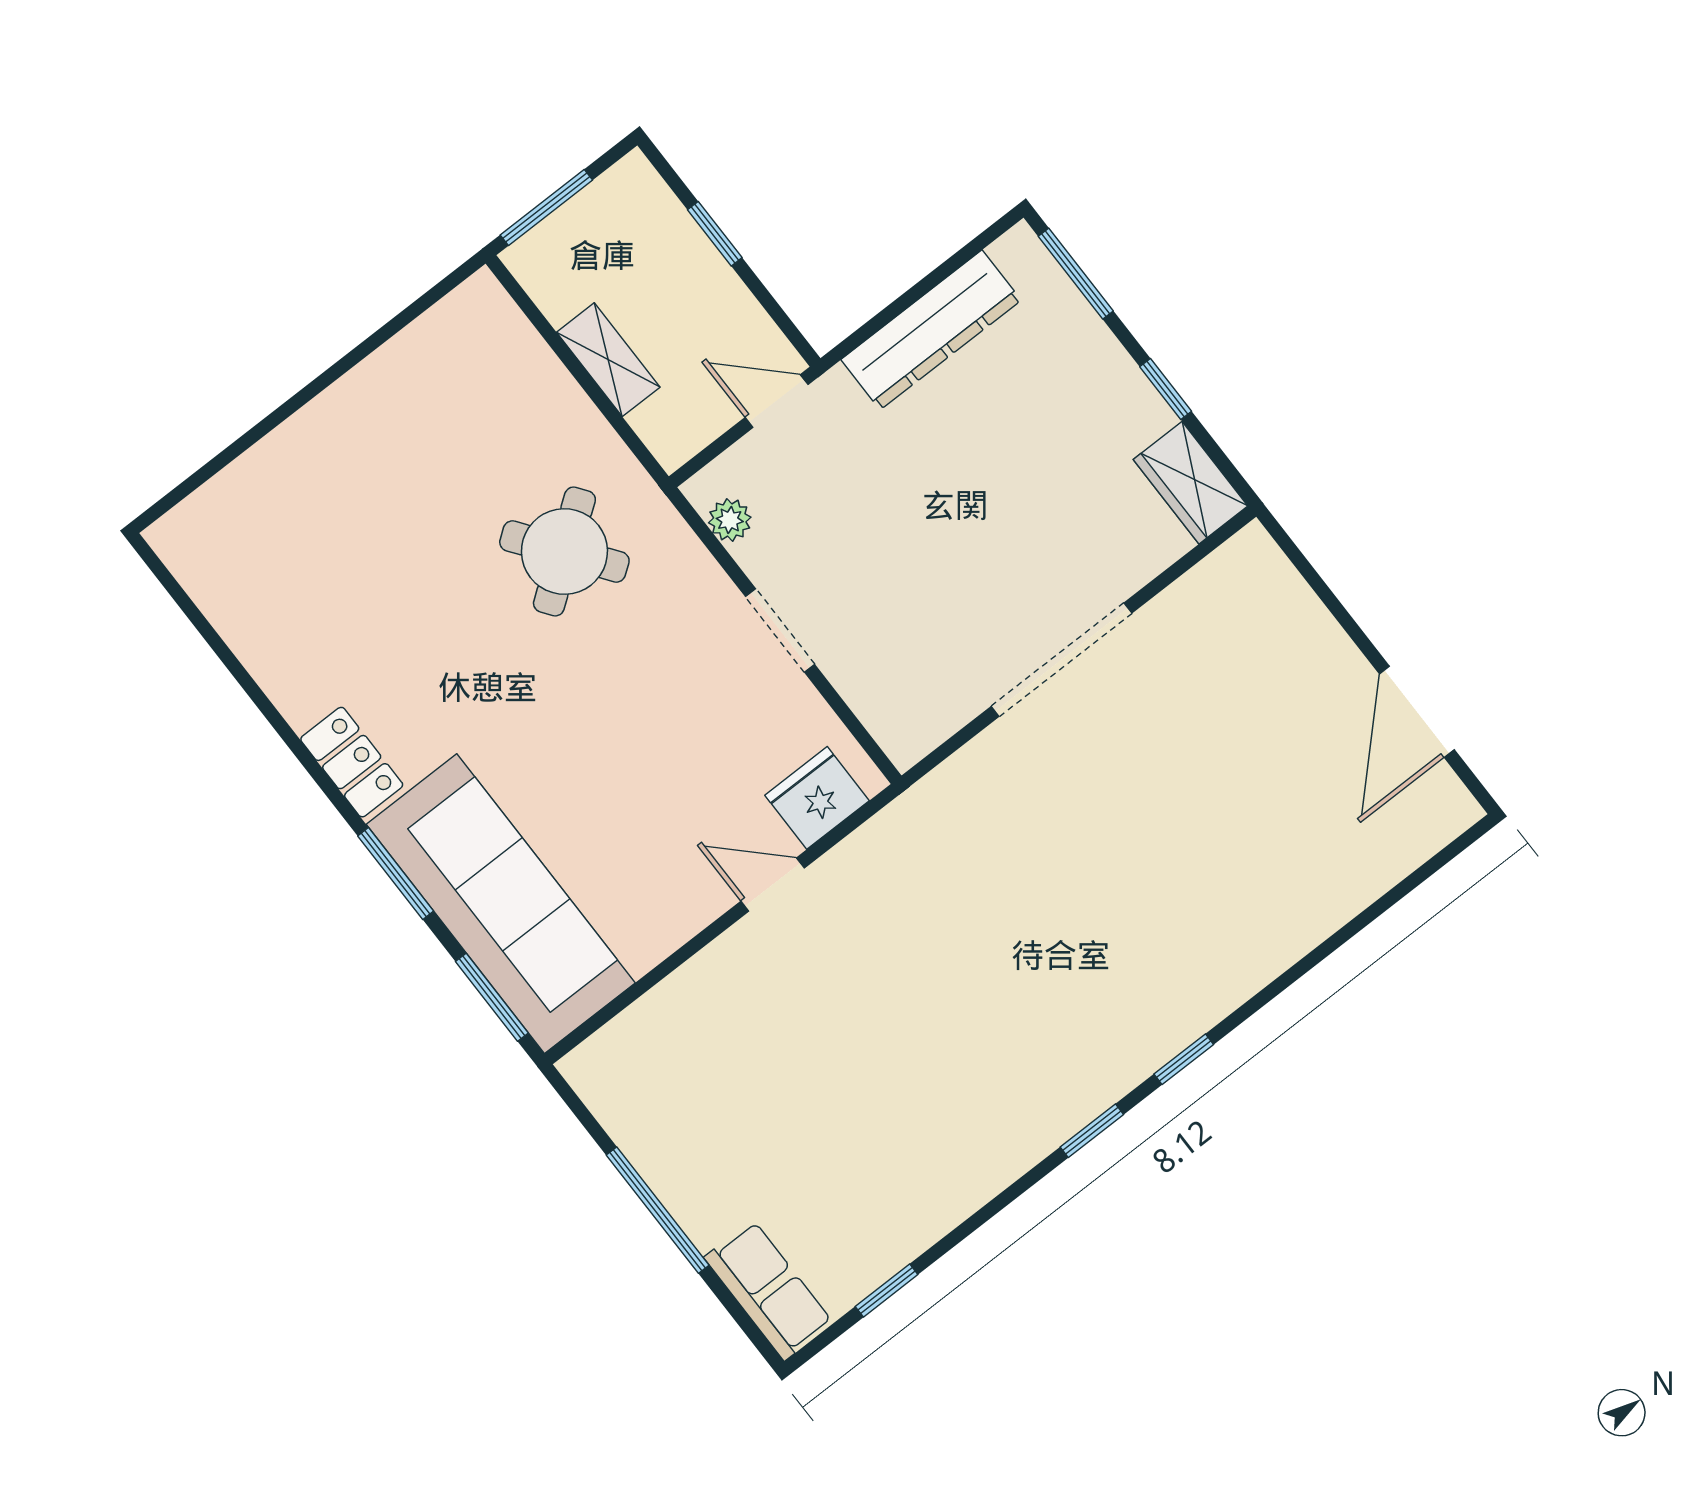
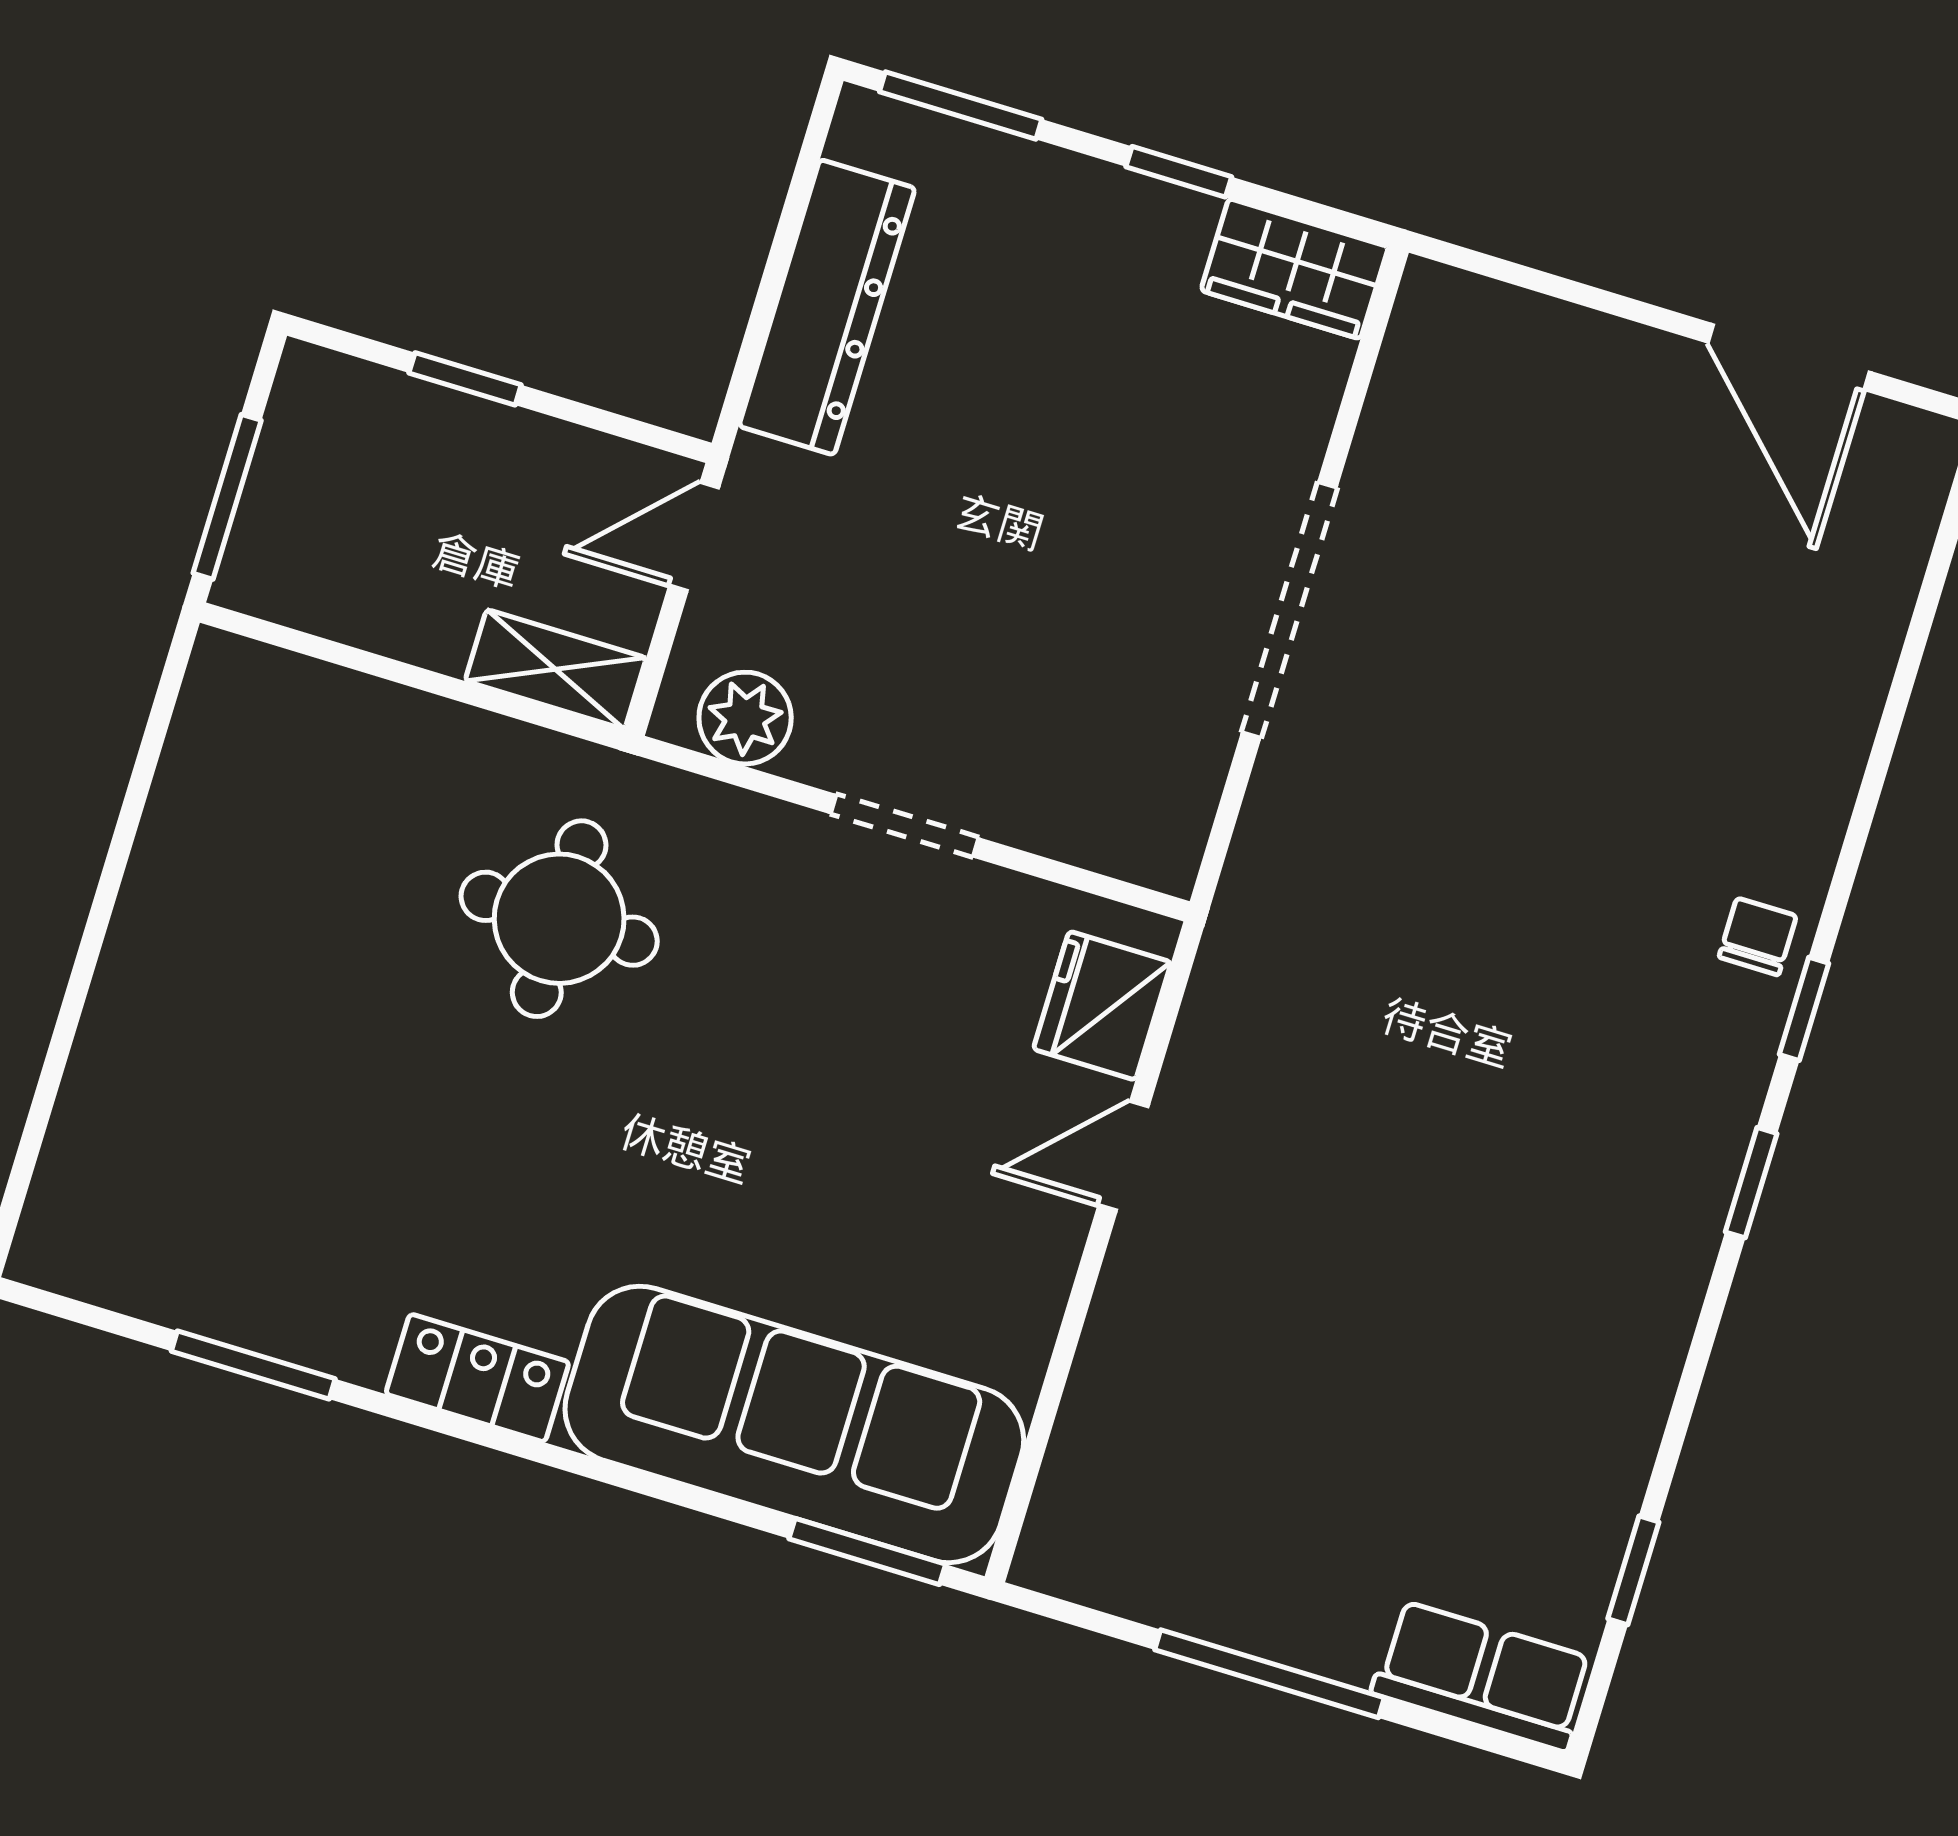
shelving: (608, 360) -> (556, 669), moved
plant: (730, 520) -> (745, 718), width x1.38, depth x1.38
round table: (564, 551) -> (559, 919), turned 36
window: (396, 873) -> (253, 1365), moved
chair: (1186, 1004) -> (1758, 937), added

